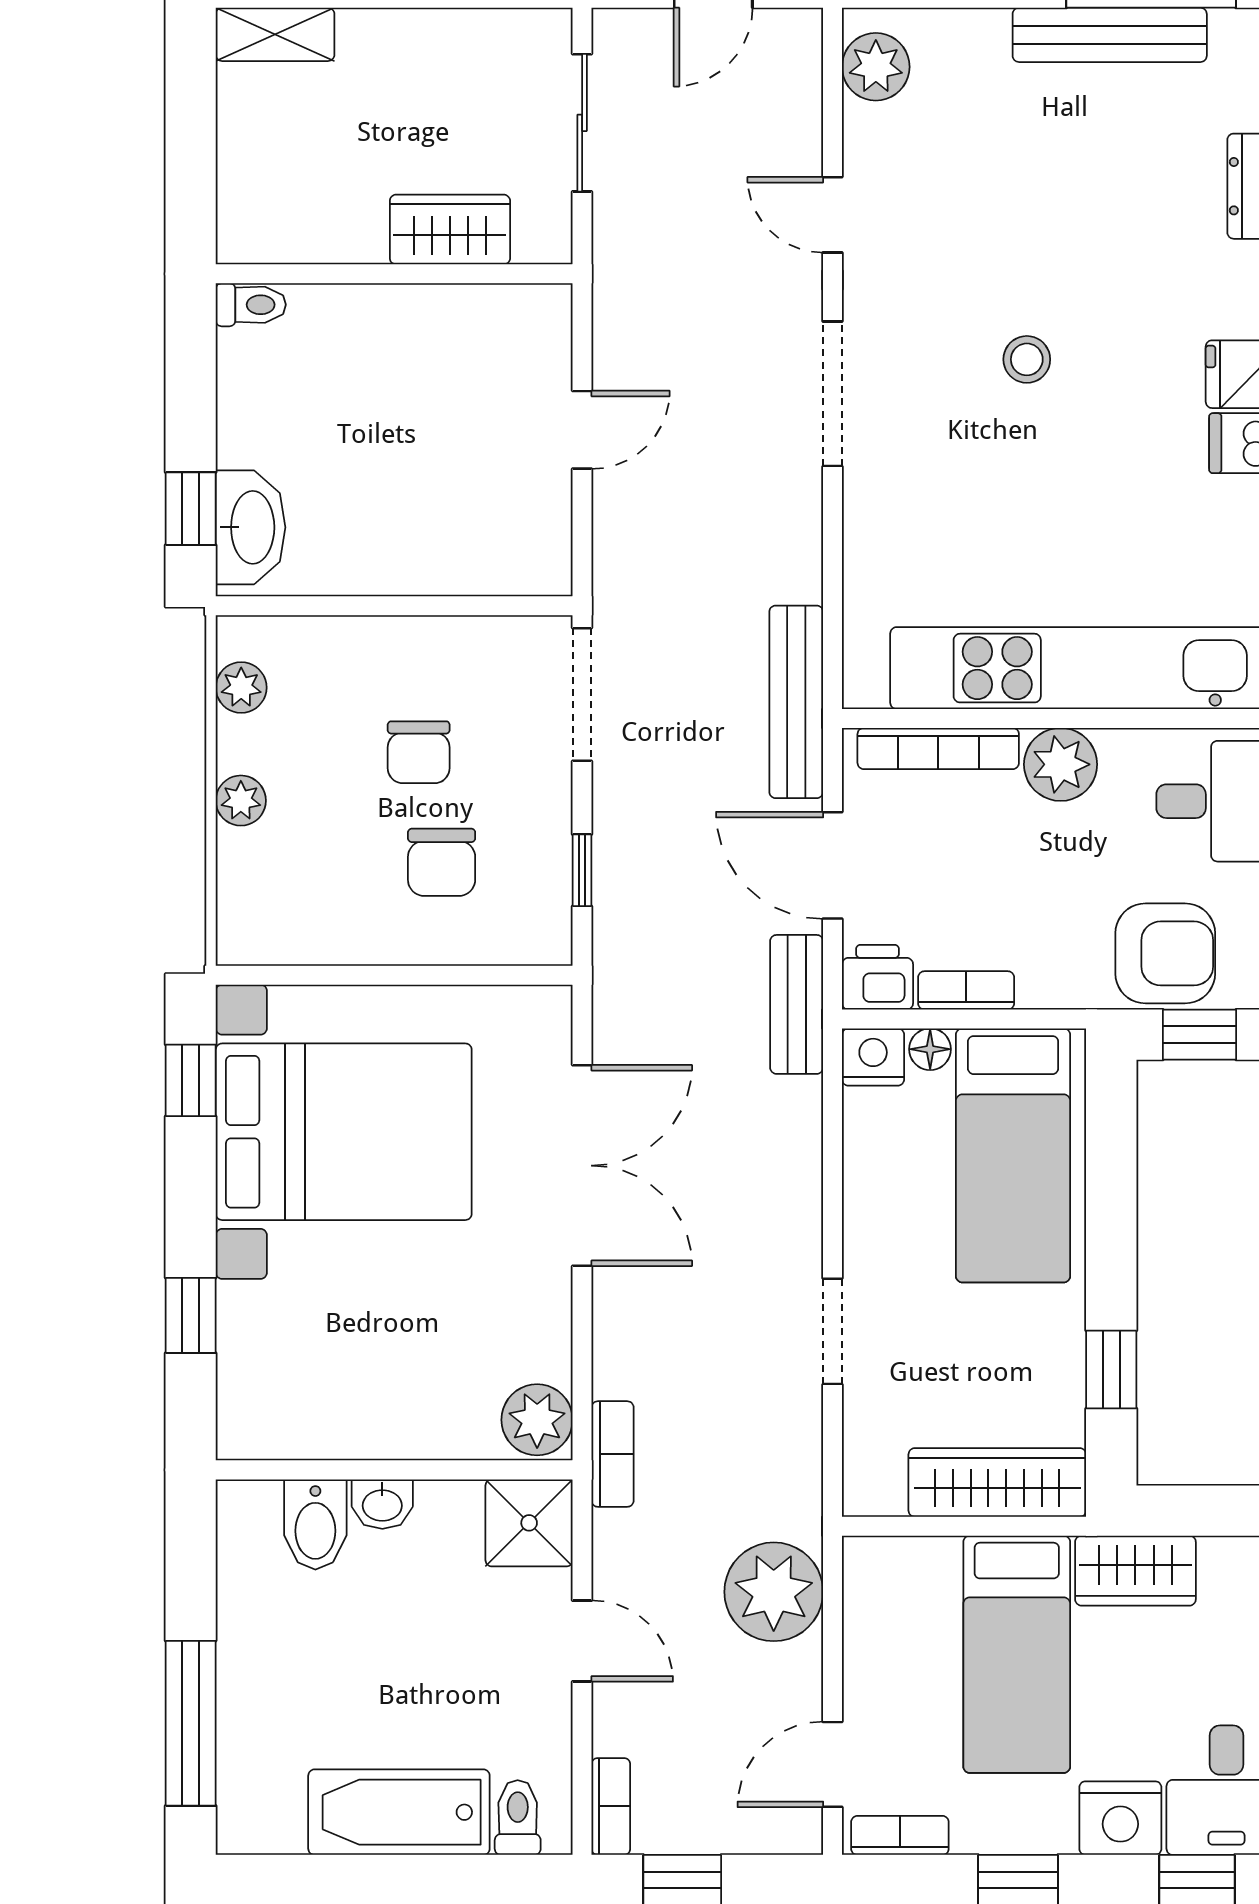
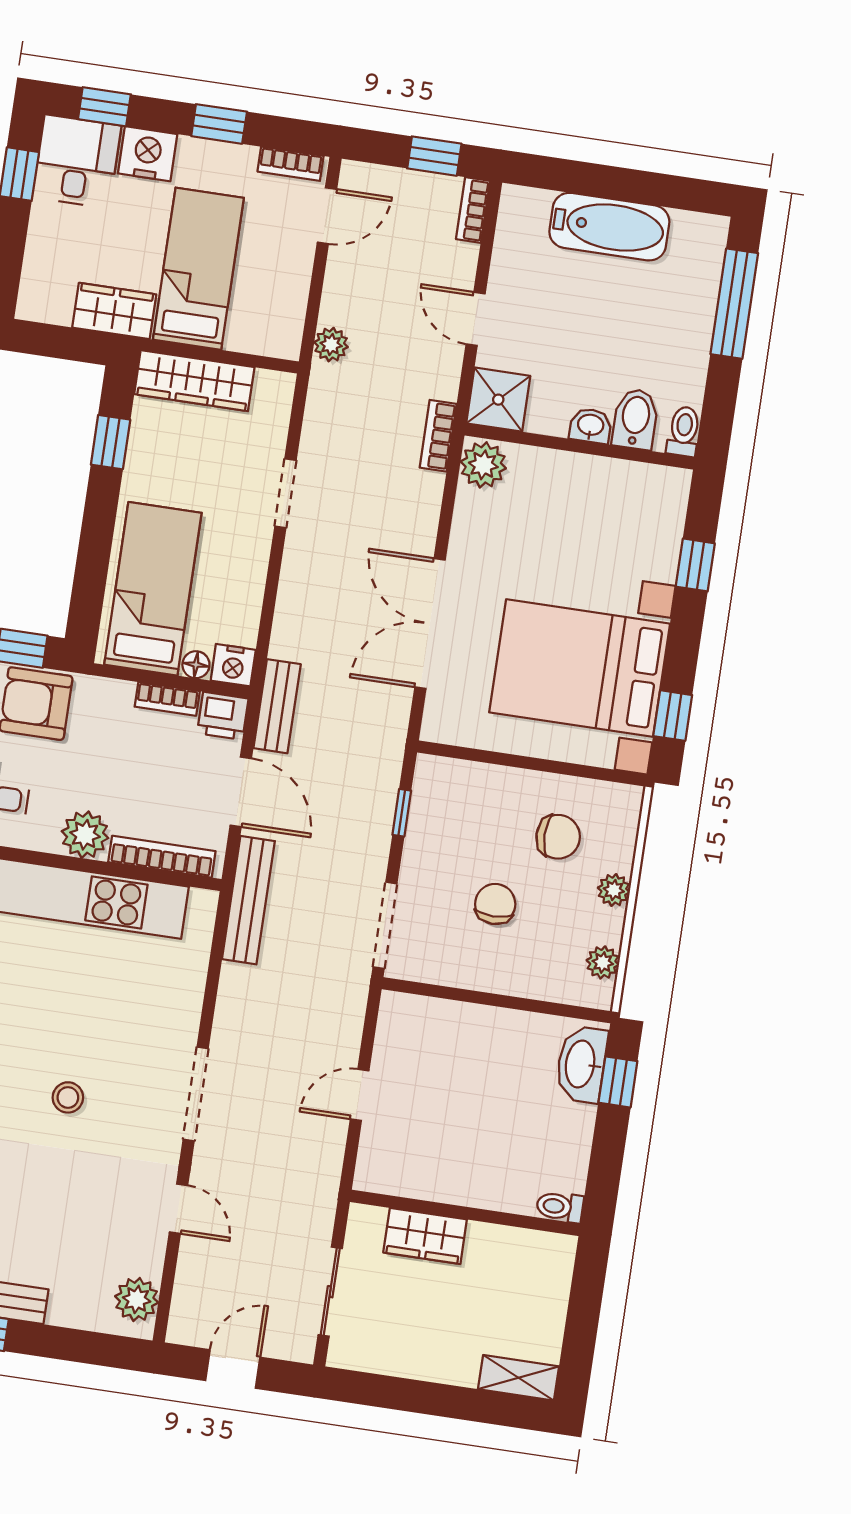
chair: (442, 862) -> (558, 837), moved, turned 90
plant: (774, 1592) -> (331, 345), width x0.53, depth x0.53
toilet: (518, 1818) -> (684, 431), moved, turned 180

